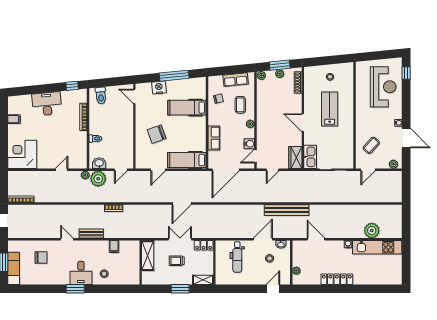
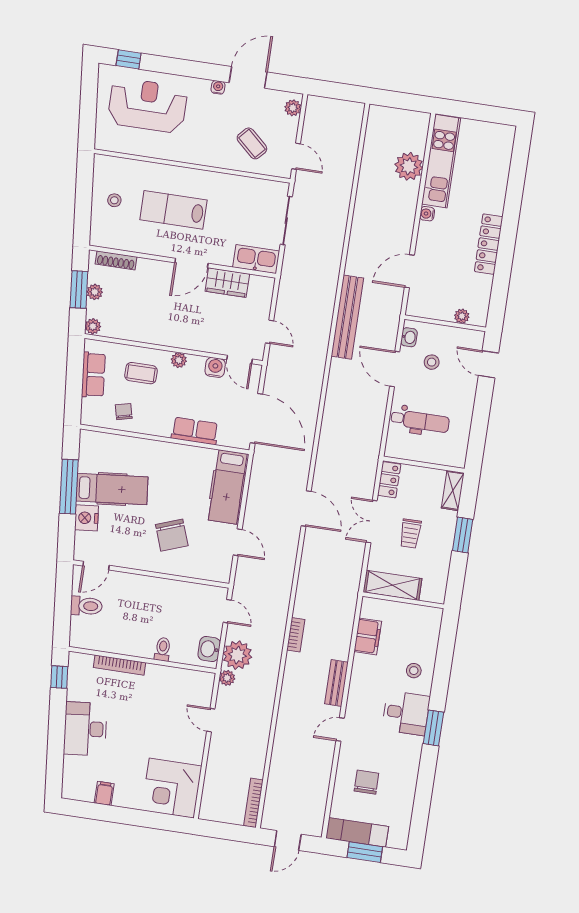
toilet: (101, 96) -> (86, 606), moved
hospital bed: (187, 108) -> (112, 489), moved, turned -96
wardrobe: (295, 158) -> (227, 283), moved
filing cabinet: (114, 246) -> (368, 636), width x2.00
exam couch: (14, 268) -> (357, 832), moved

